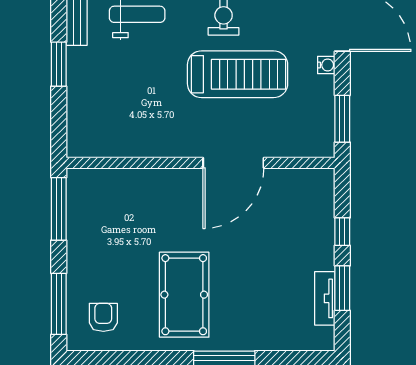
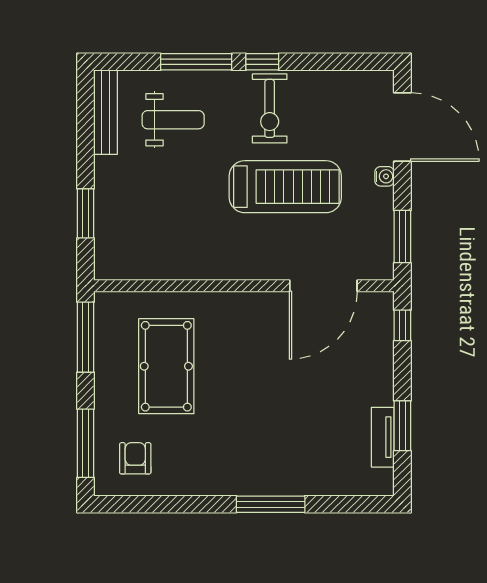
window: (59, 64) -> (85, 213), moved
door: (233, 163) -> (323, 286), moved
window: (342, 232) -> (402, 325), moved
pool table: (184, 295) -> (166, 366), moved

